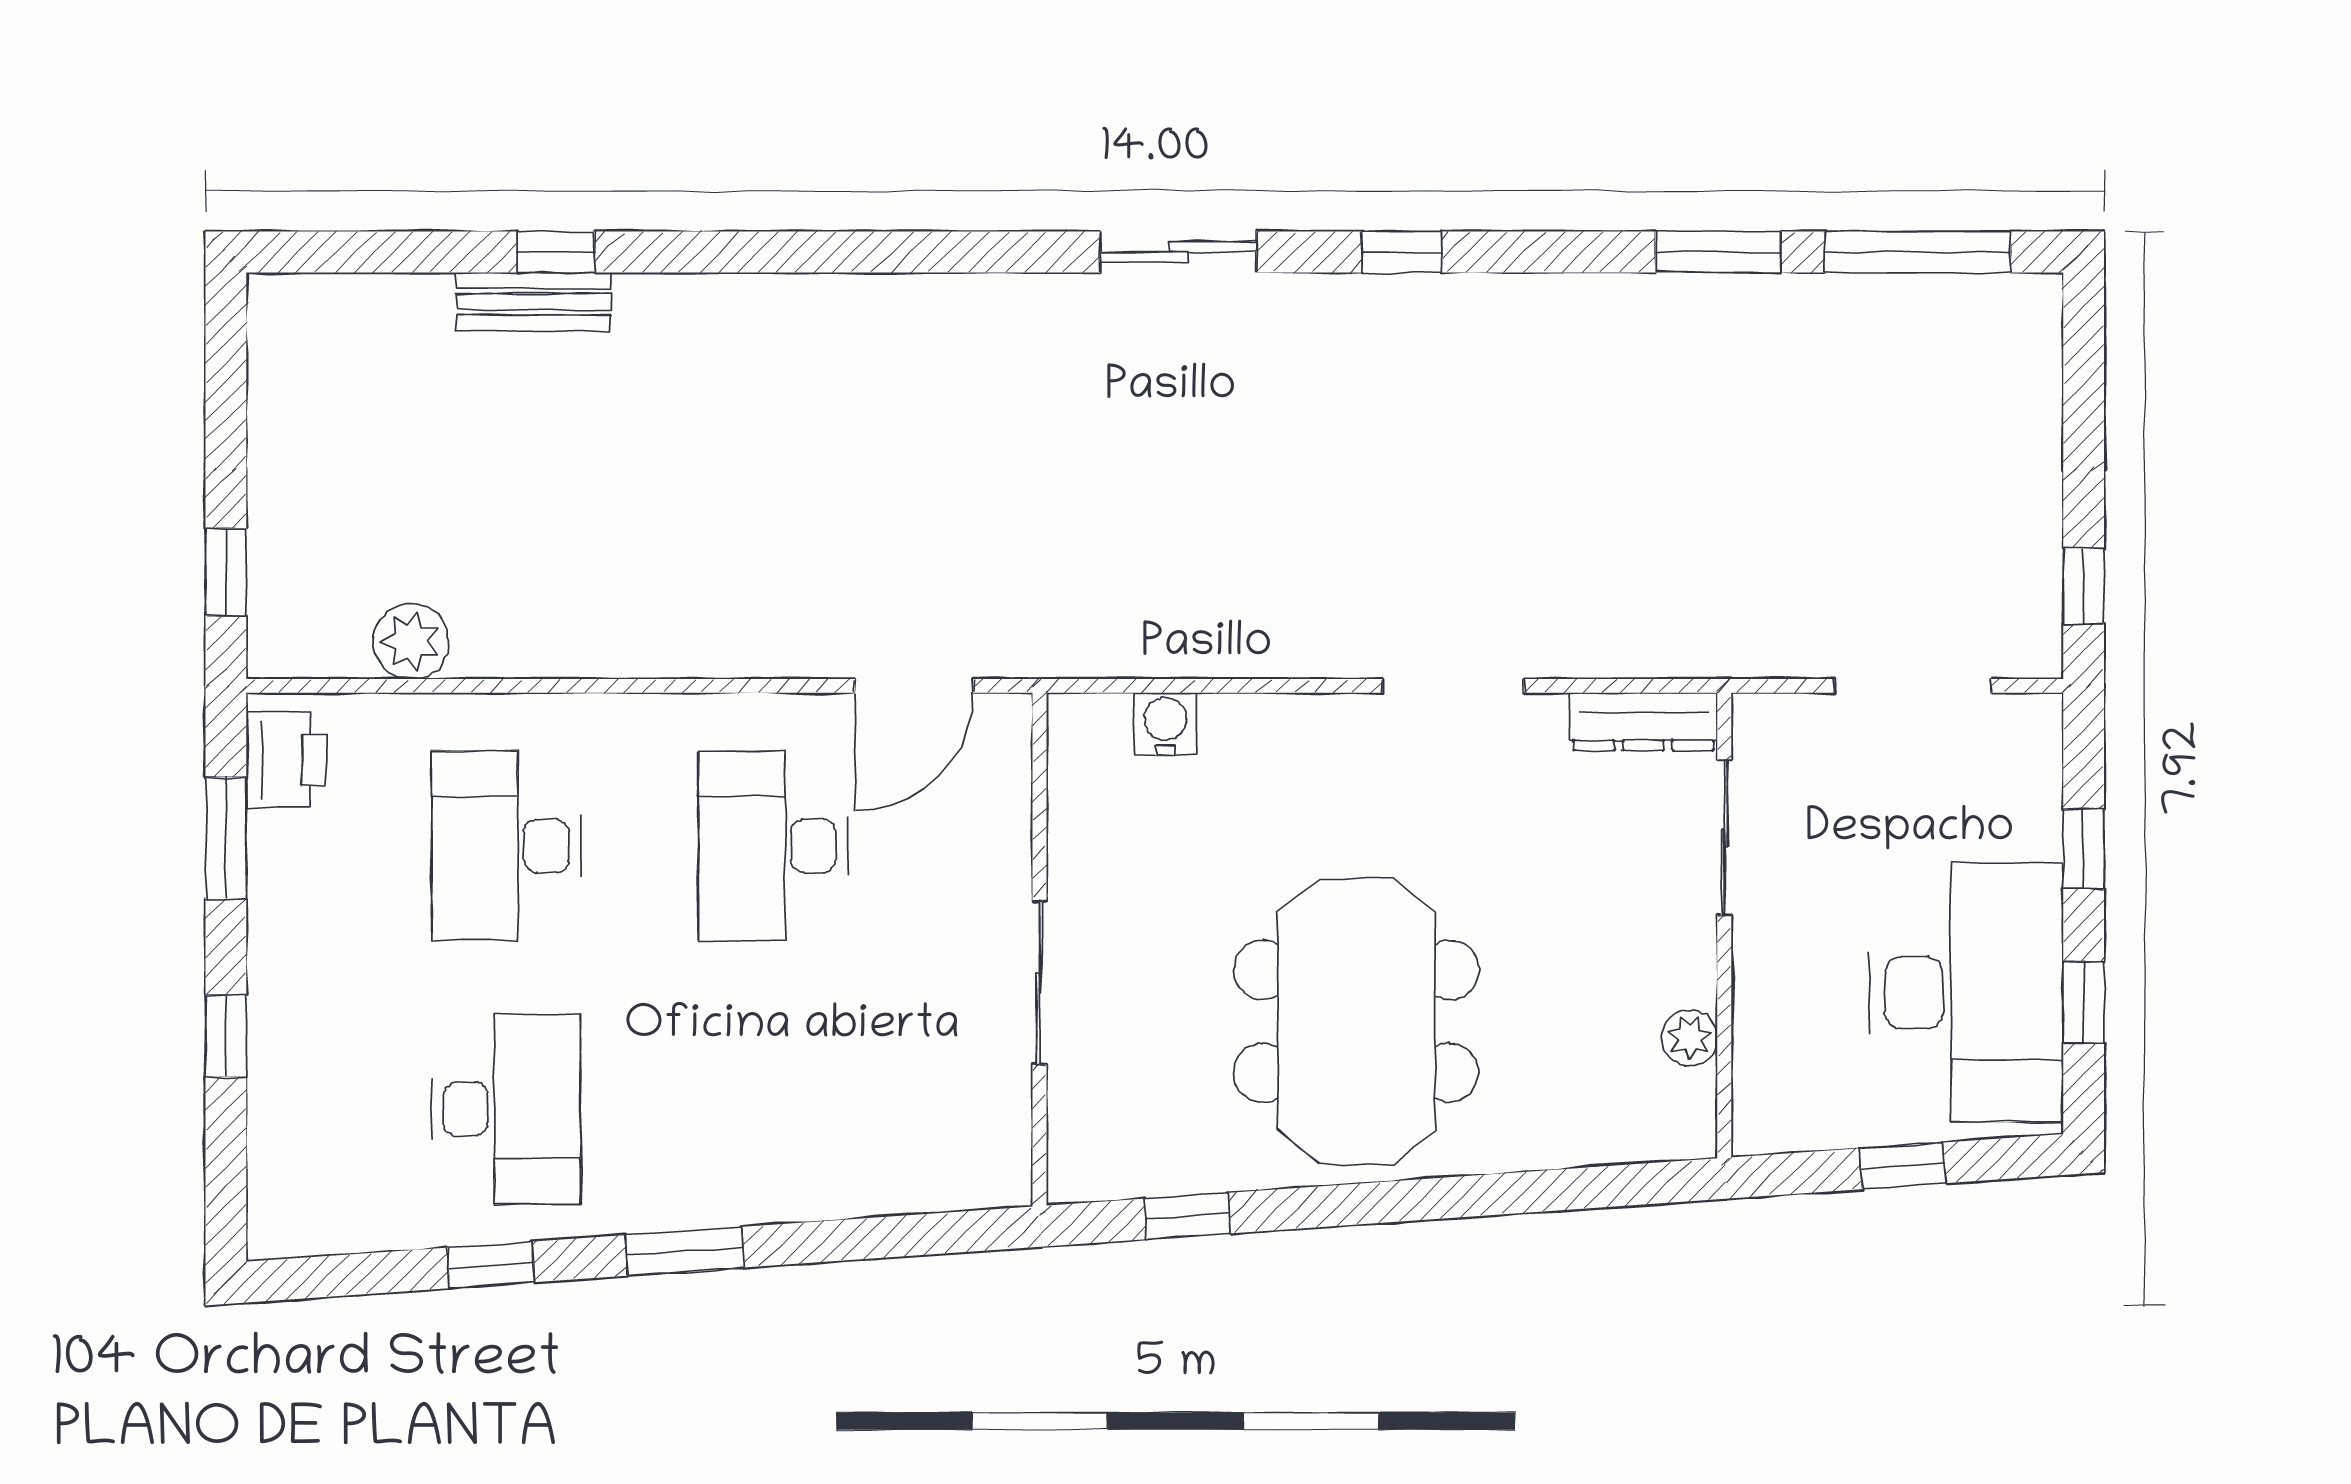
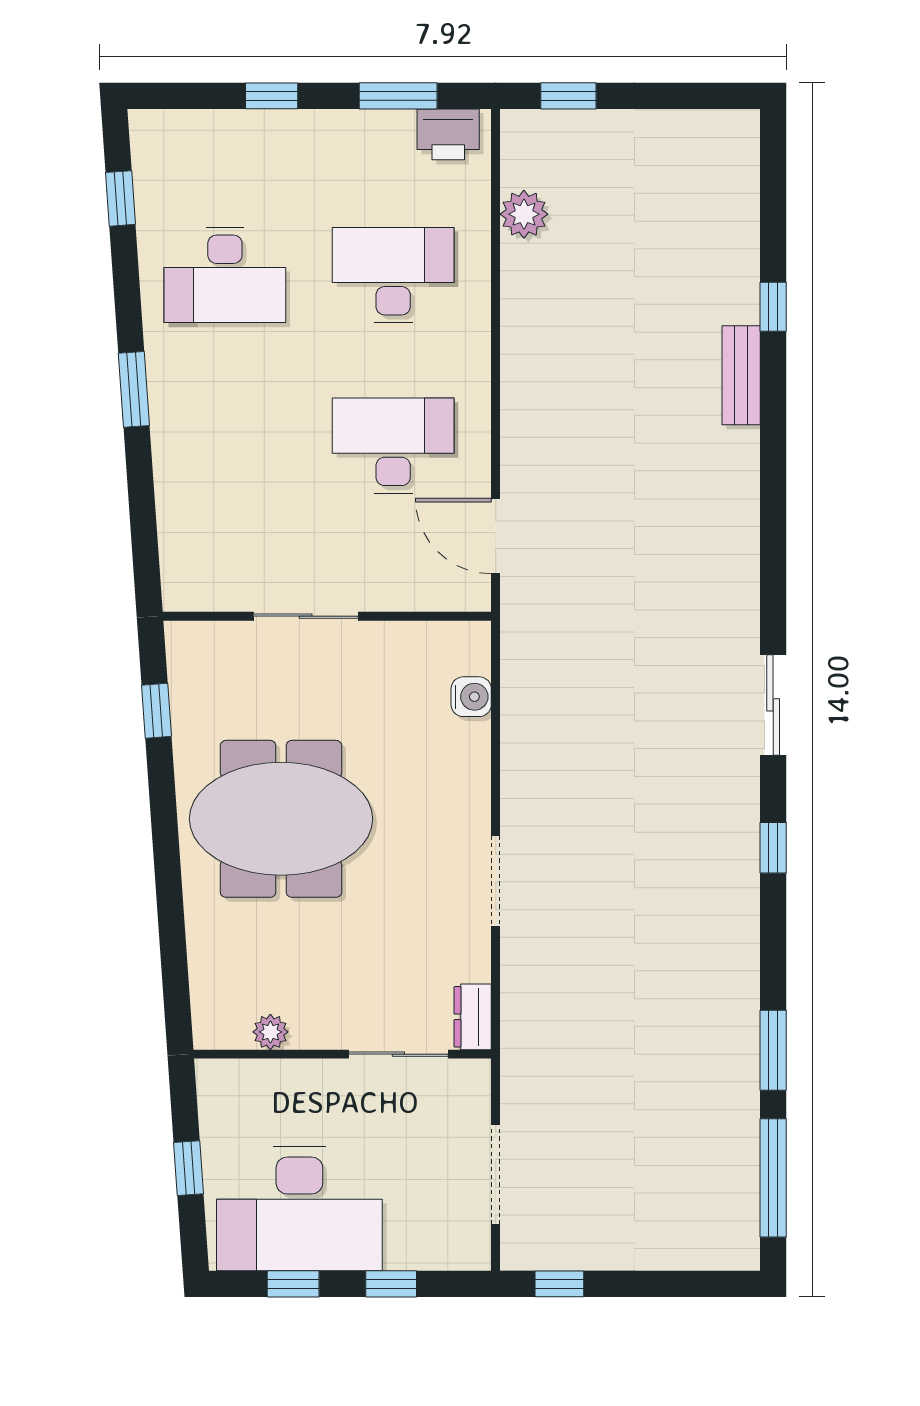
bench: (533, 302) -> (741, 375), moved
dresser: (1643, 722) -> (473, 1017), width x0.70
window: (491, 1265) -> (120, 198), moved

